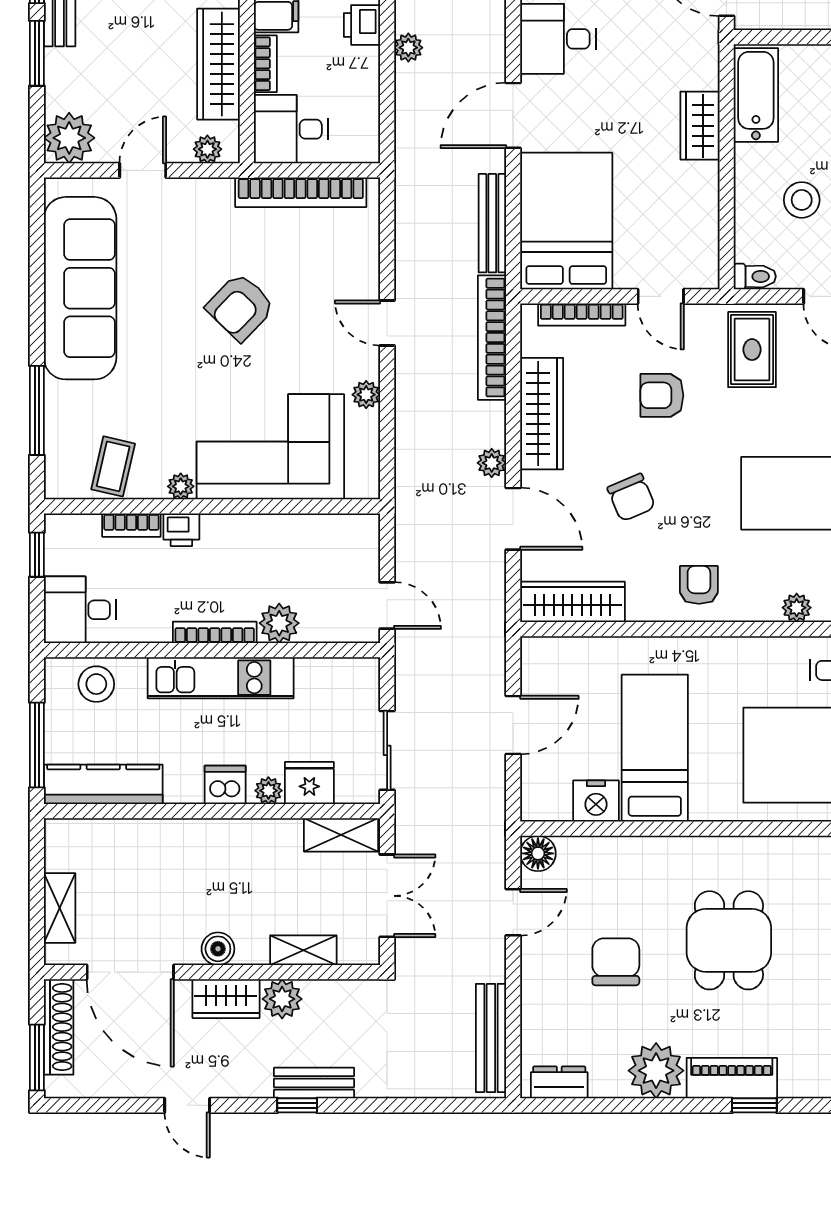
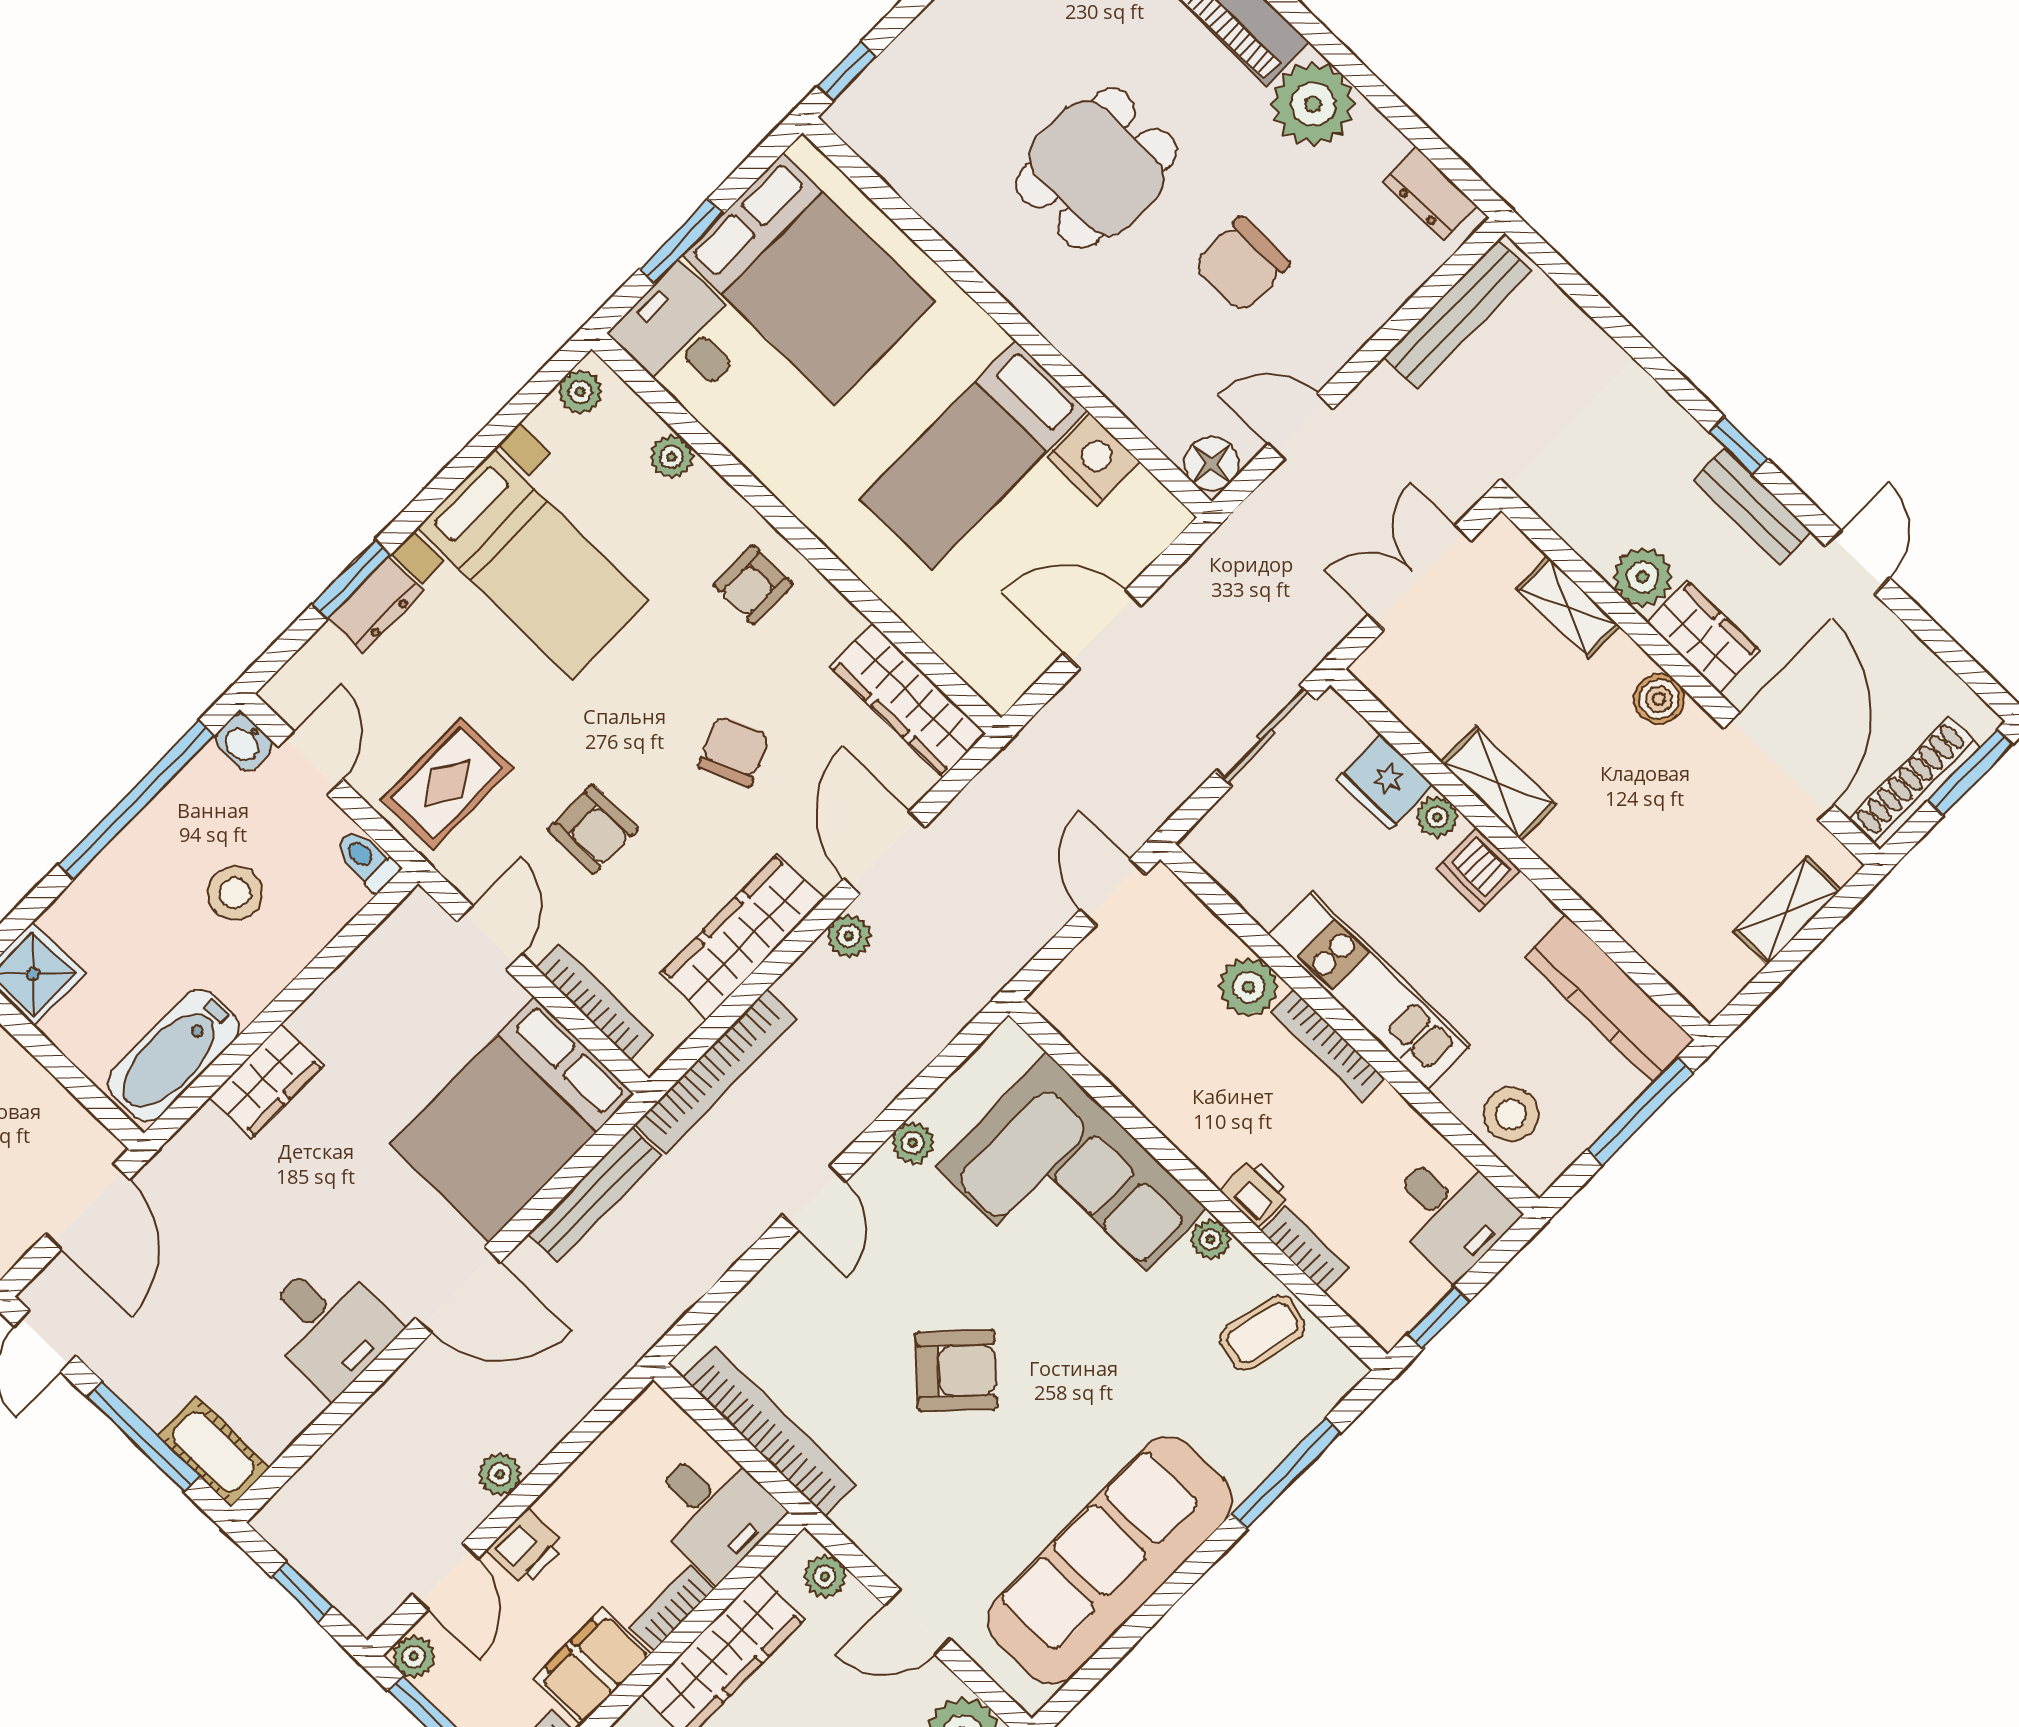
shelving: (341, 835) -> (1498, 783), moved
bench: (314, 1083) -> (1752, 506), moved

